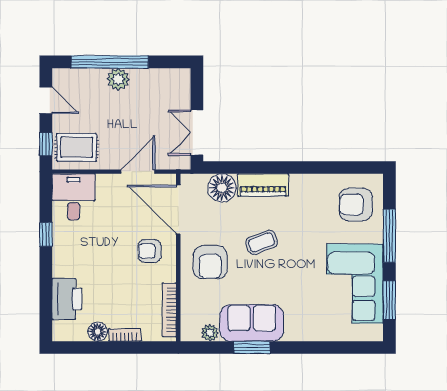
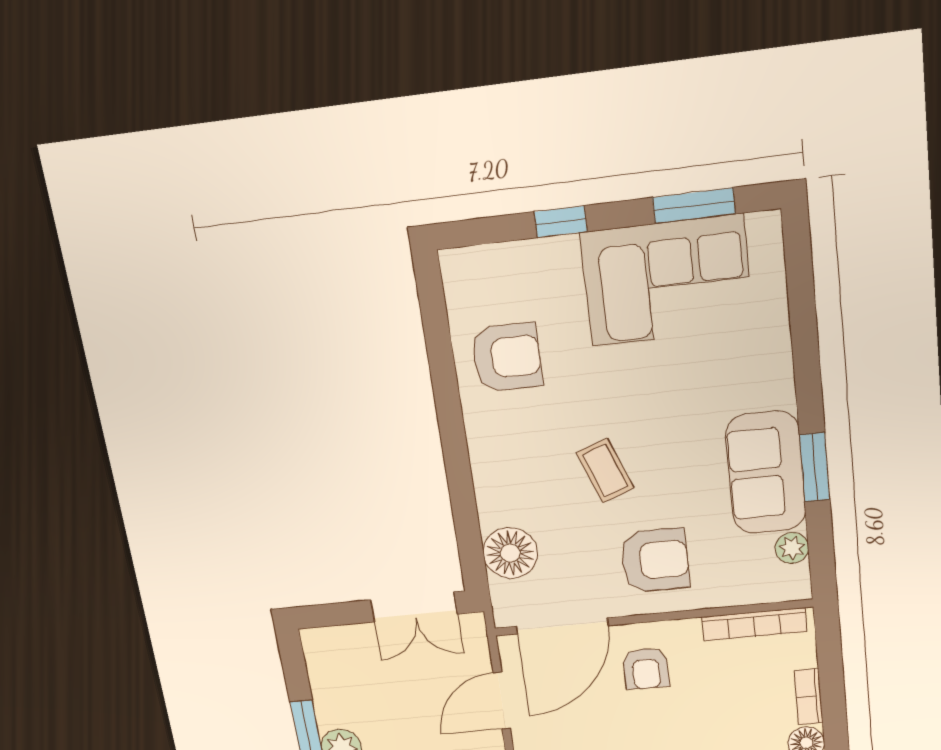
door: (138, 172) -> (502, 701), hinge flipped
piano: (263, 185) -> (494, 479), removed
armchair: (356, 205) -> (507, 357), moved, turned -90
window: (389, 236) -> (561, 222), width x0.46

